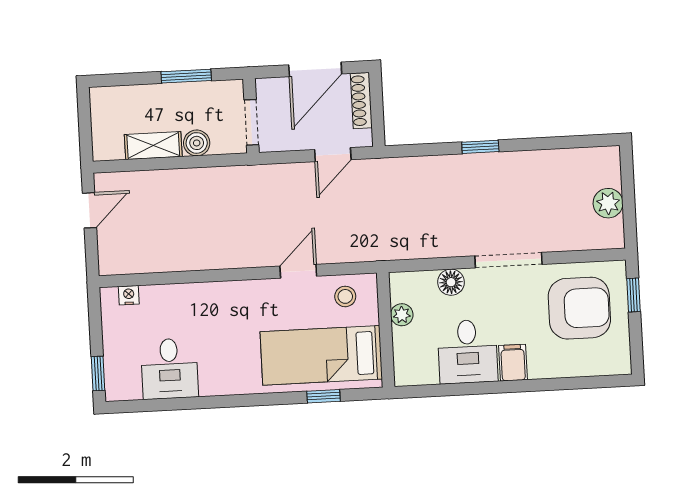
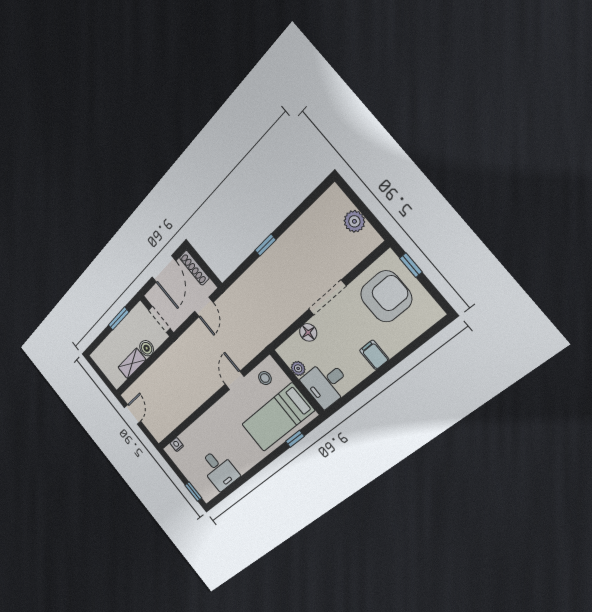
desk: (468, 352) -> (326, 384), moved, turned 90

